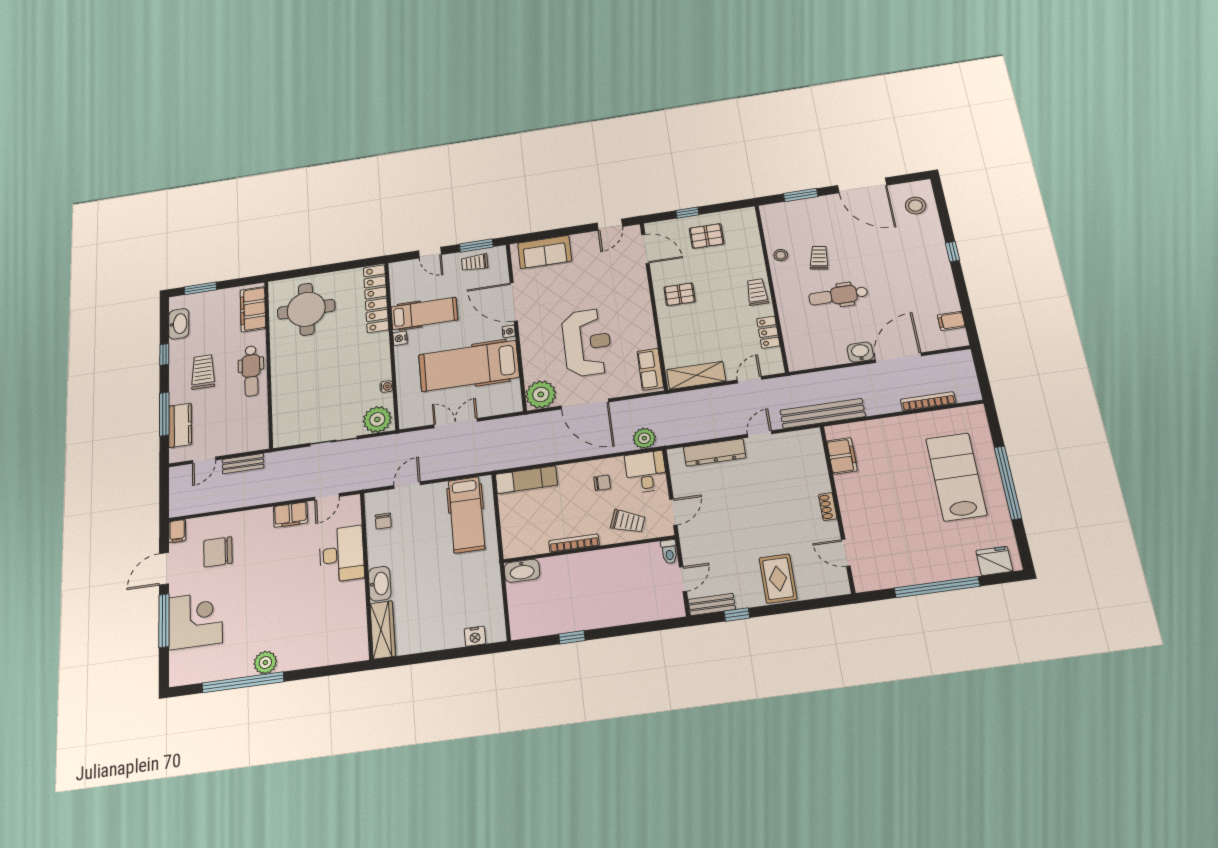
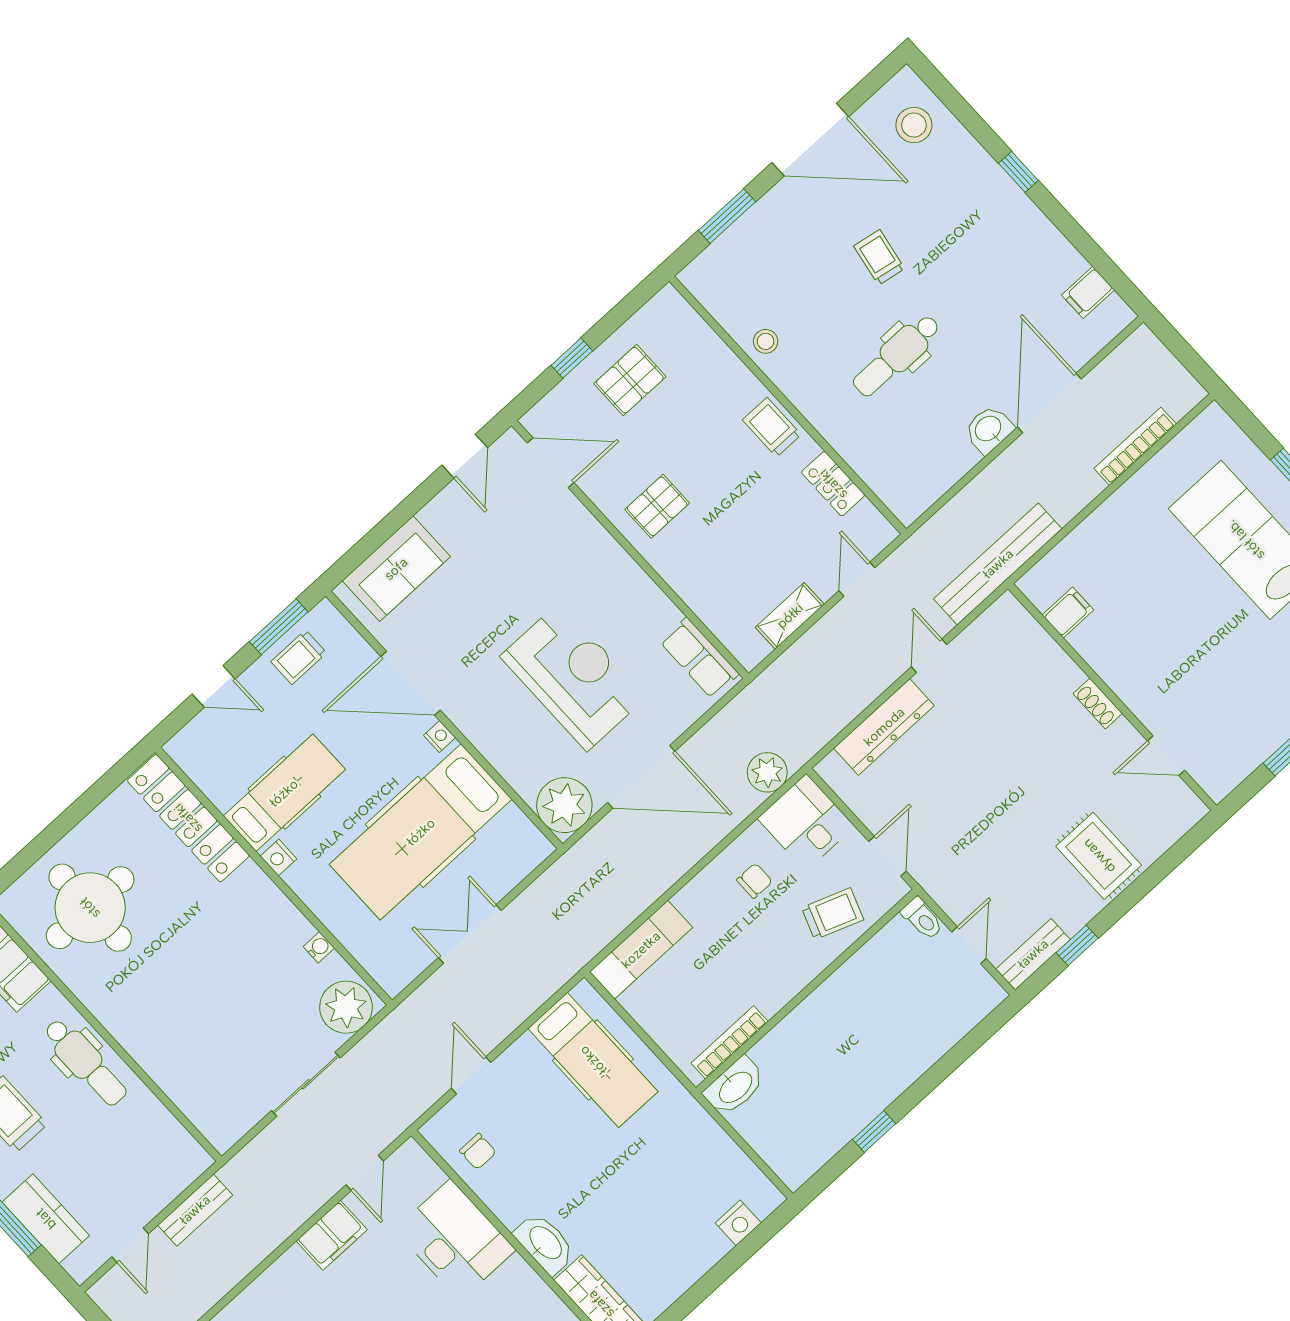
trolley: (819, 258) -> (879, 257), moved
shelving: (696, 375) -> (790, 616), width x0.67, depth x0.75
filing cabinet: (842, 456) -> (1068, 613), width x0.50
bookcase: (574, 543) -> (730, 1042), moved

